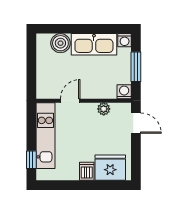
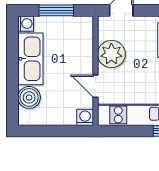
washing machine: (124, 92) -> (85, 117), moved, turned 90
plant: (104, 109) -> (111, 54), width x1.87, depth x1.87

